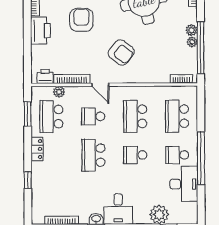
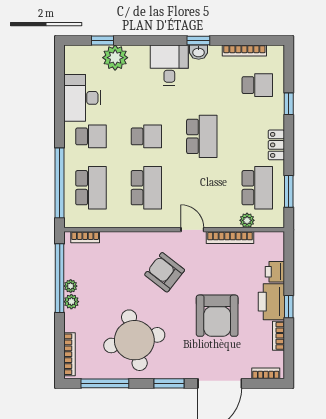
armchair: (81, 20) -> (217, 316), width x1.36, depth x1.36
window: (27, 27) -> (289, 307), added
printer: (45, 76) -> (275, 272), moved, turned 90
school desk: (93, 116) -> (257, 85), moved
window: (201, 158) -> (60, 183), moved

